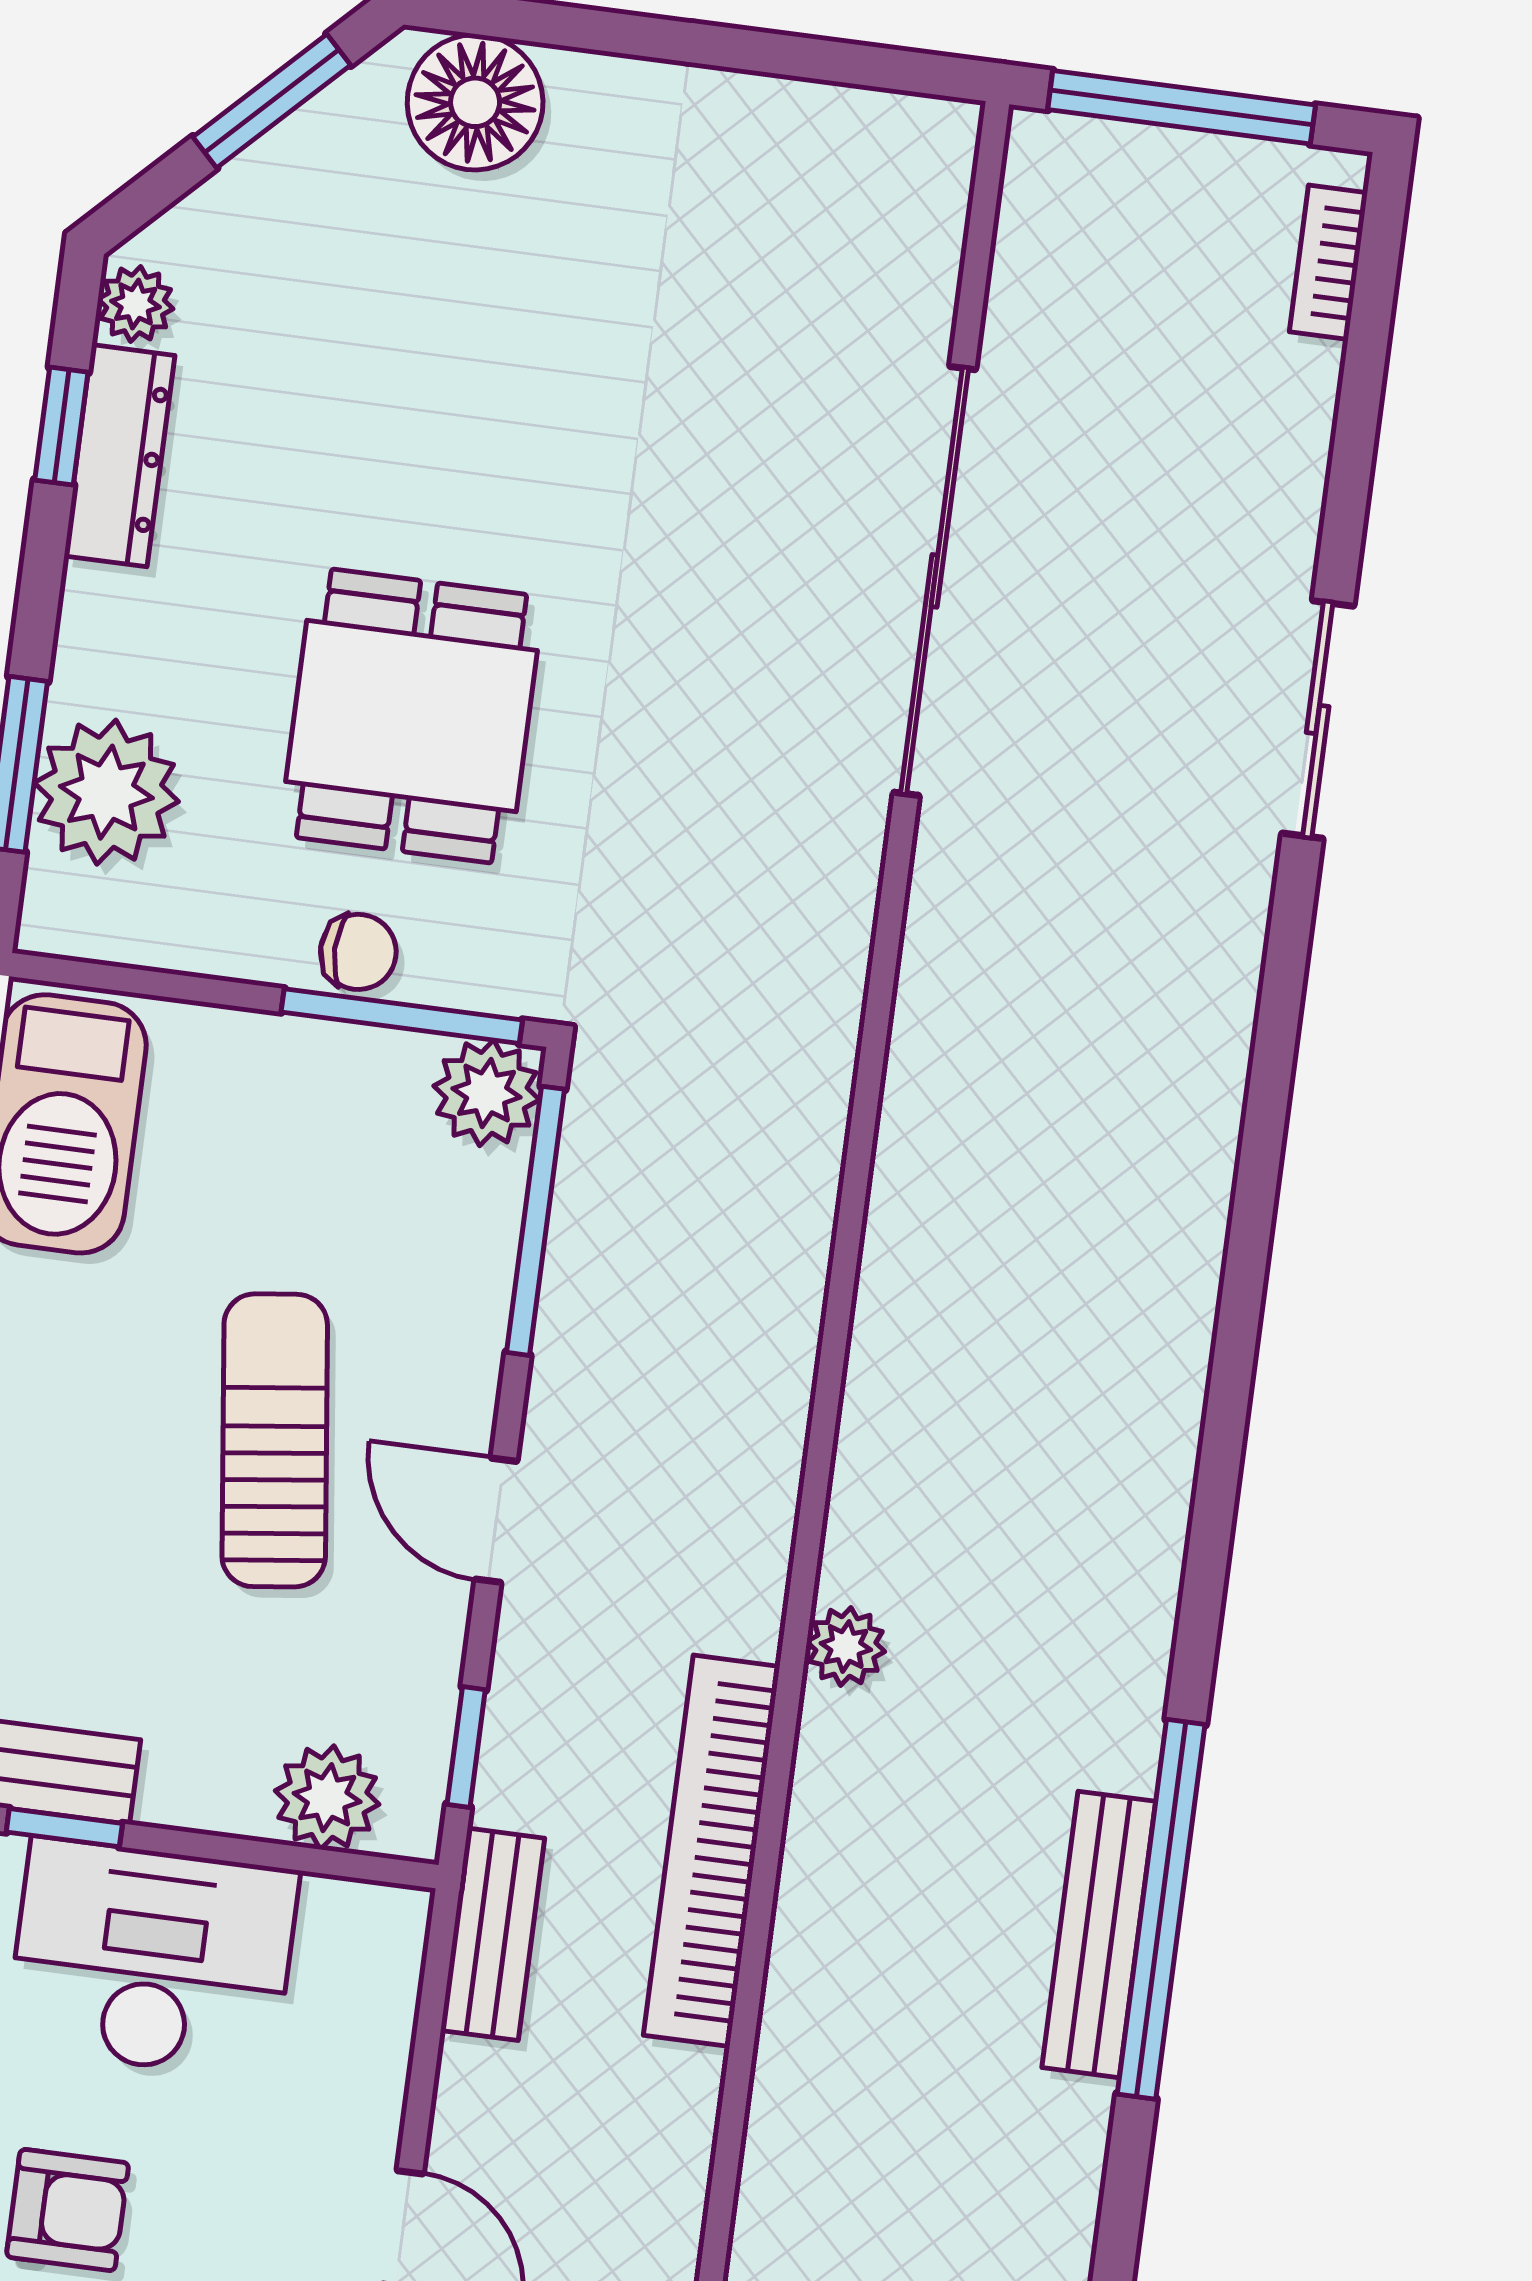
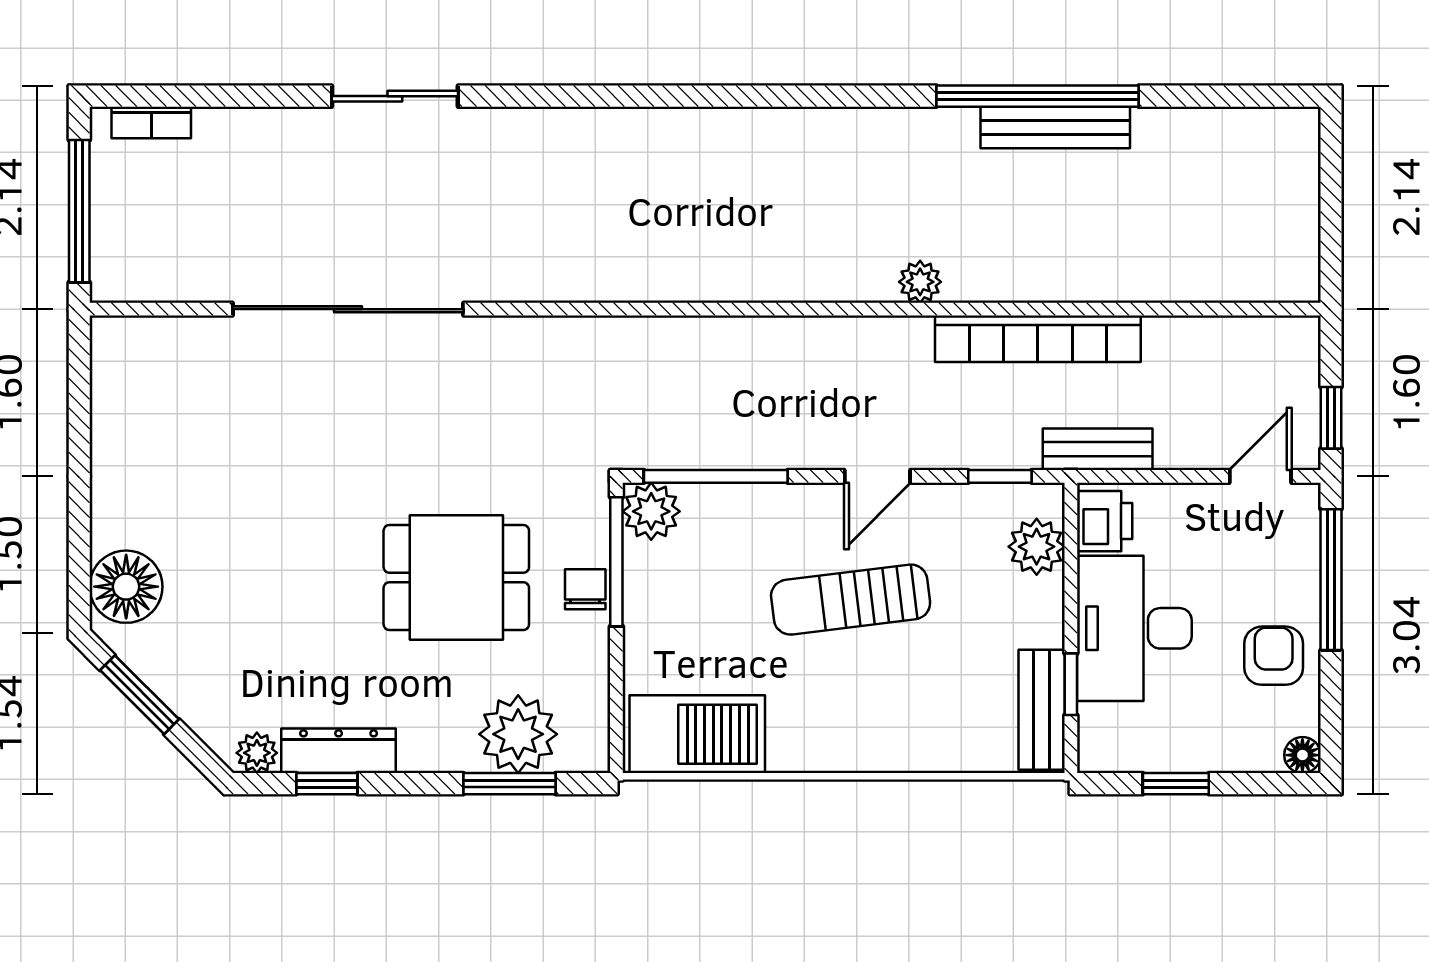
printer: (358, 1930) -> (1105, 521), added

